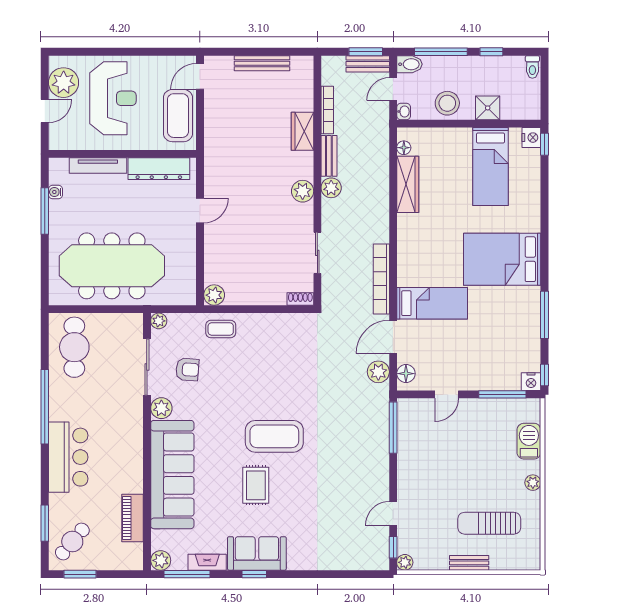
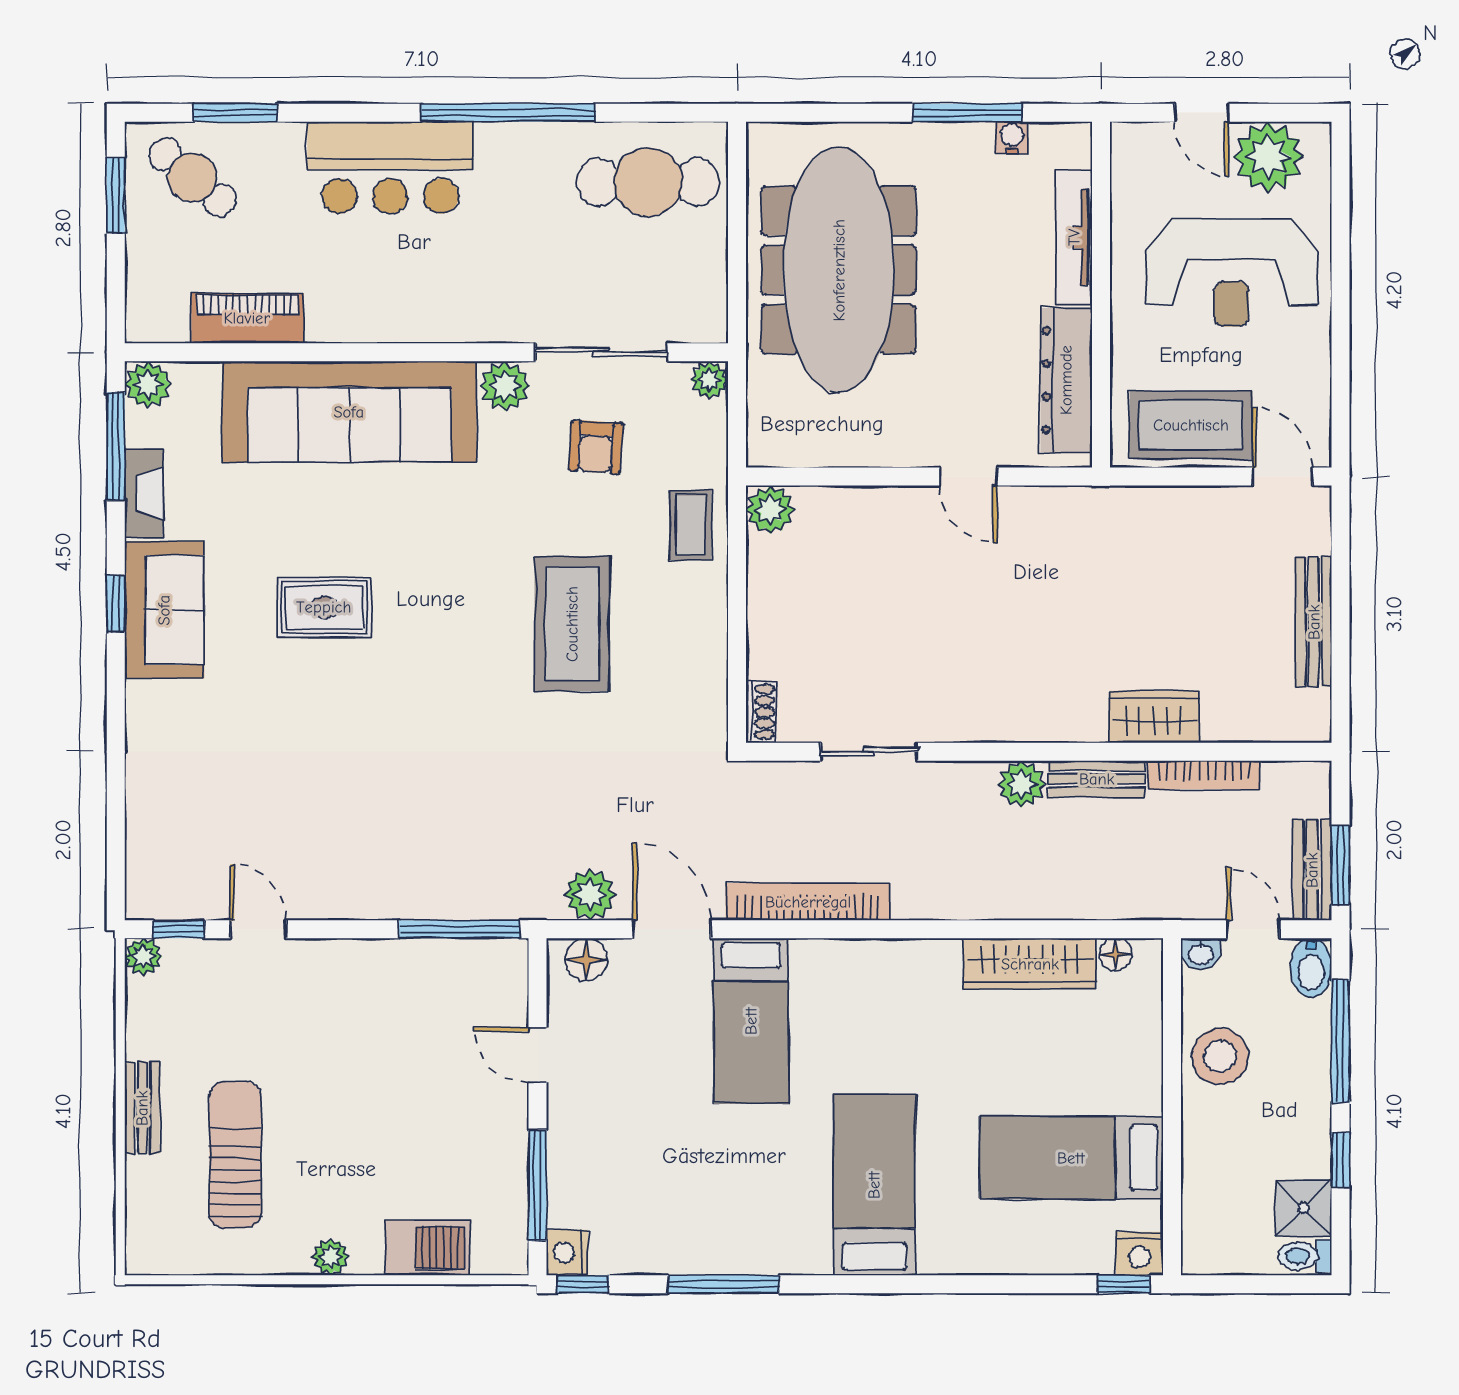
shower: (488, 108) -> (1304, 1208), moved
plant: (303, 191) -> (1014, 717), removed
bed: (502, 259) -> (874, 1185), width x0.67
coffee table: (274, 436) -> (572, 624), moved

